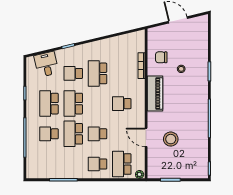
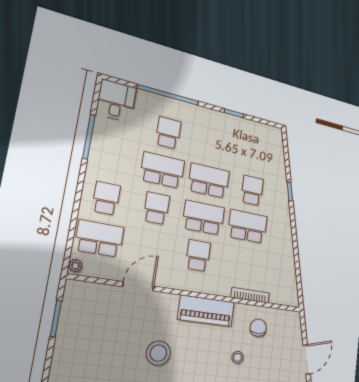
desk: (46, 64) -> (116, 101), moved, turned -77
school desk: (49, 104) -> (203, 218), moved
stool: (171, 139) -> (158, 353), moved

